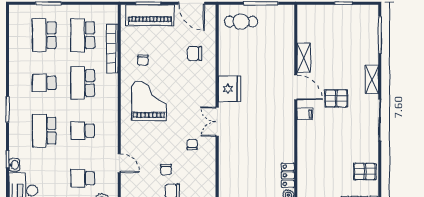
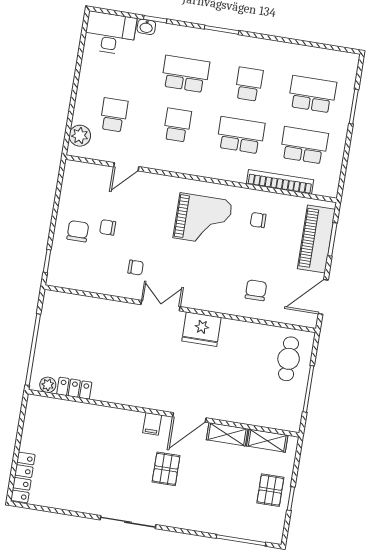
shelving: (372, 79) -> (267, 441), moved
pallet: (365, 171) -> (270, 490), moved

